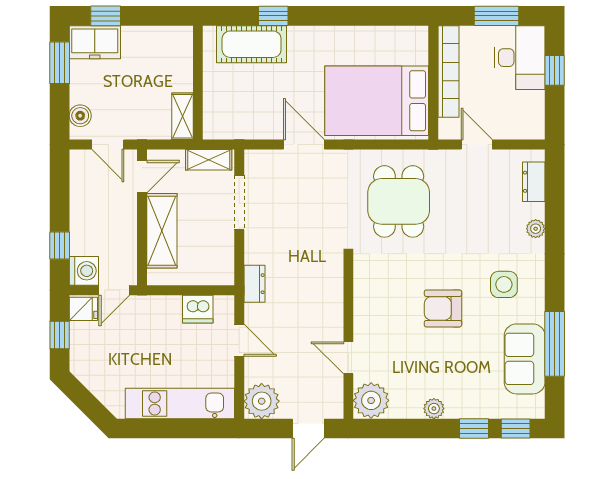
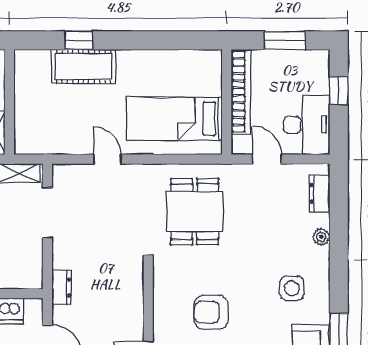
cot: (252, 44) -> (84, 66), moved
desk: (520, 58) -> (307, 125), moved
bed: (377, 101) -> (174, 119), width x0.67
door: (304, 145) -> (107, 159), width x0.73
armchair: (443, 308) -> (211, 312), moved

